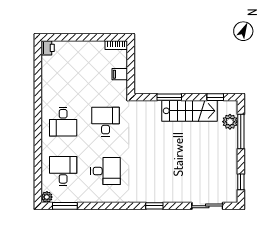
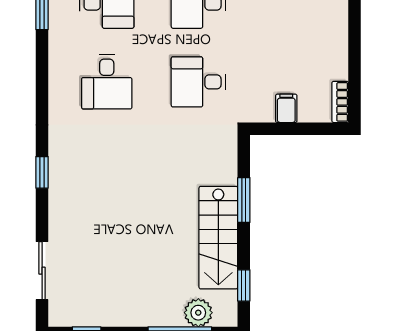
desk: (106, 122) -> (198, 82), turned 180

